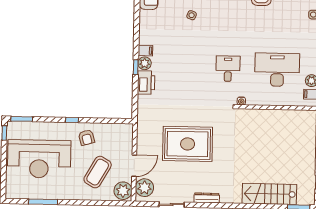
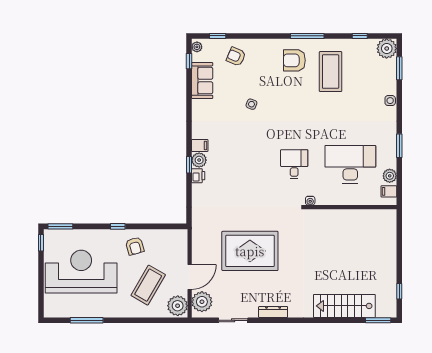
printer: (146, 83) -> (198, 176), width x0.53, depth x0.68
reception desk: (39, 159) -> (81, 272), turned 180

